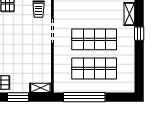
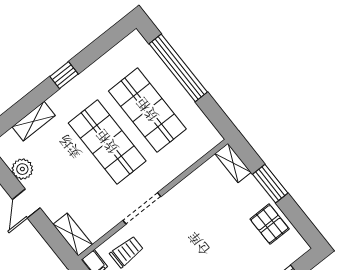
window: (139, 34) -> (64, 75), moved
window: (84, 97) -> (178, 68), moved

